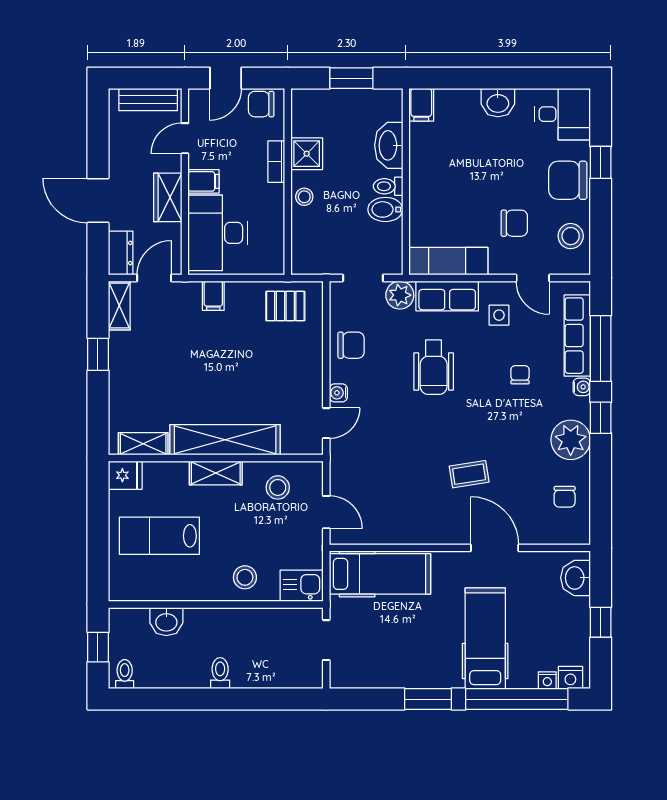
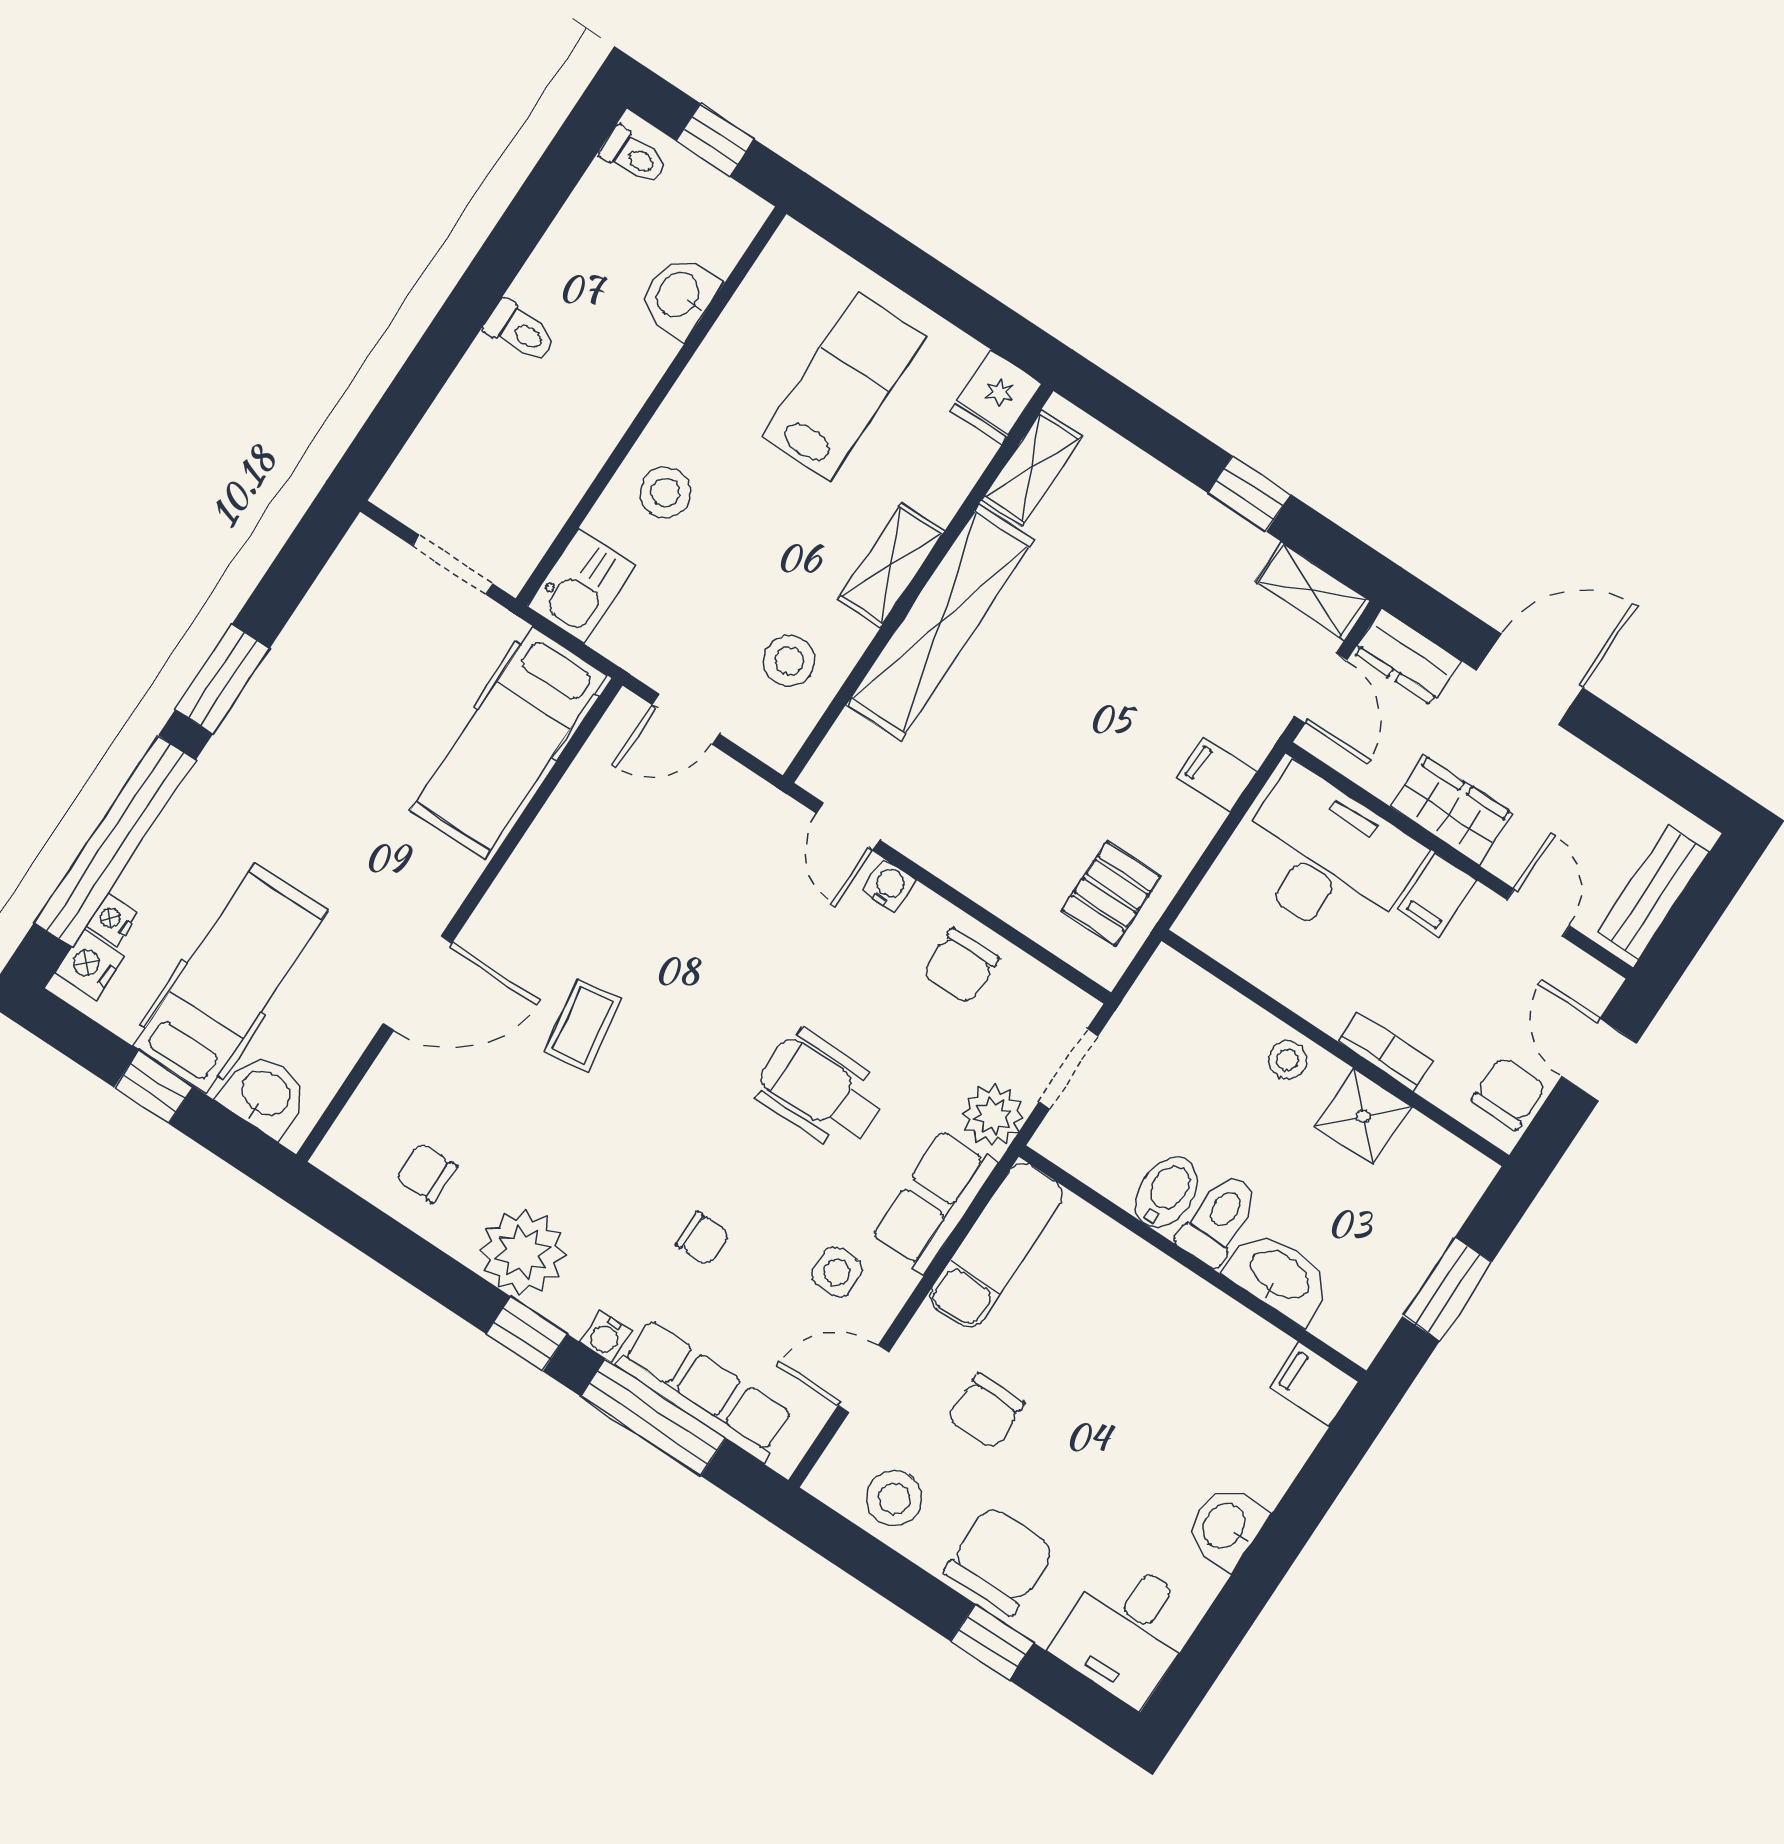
toilet: (388, 186) -> (1219, 1219), width x1.37, depth x1.39
hospital bed: (485, 638) -> (230, 979), moved, turned -90

